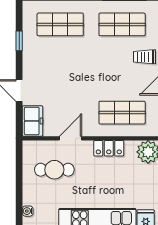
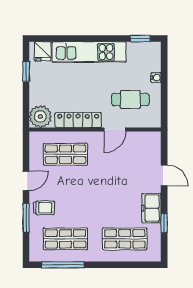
freezer: (33, 121) -> (151, 208), moved
locker: (109, 148) -> (78, 120), width x1.53
water cooler: (28, 211) -> (156, 78), moved

